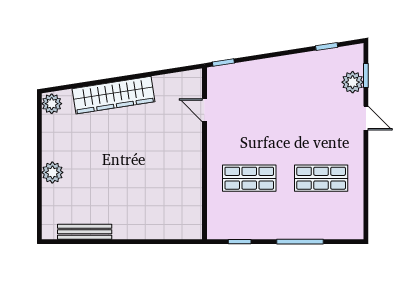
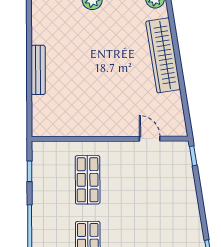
door: (204, 110) -> (150, 139), hinge flipped
bench: (85, 232) -> (38, 70), moved

